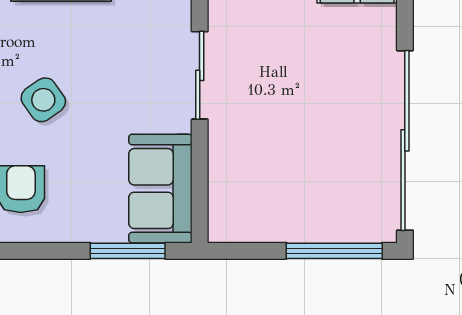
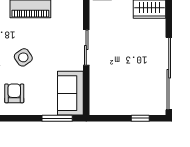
window: (334, 251) -> (140, 118), width x0.46

